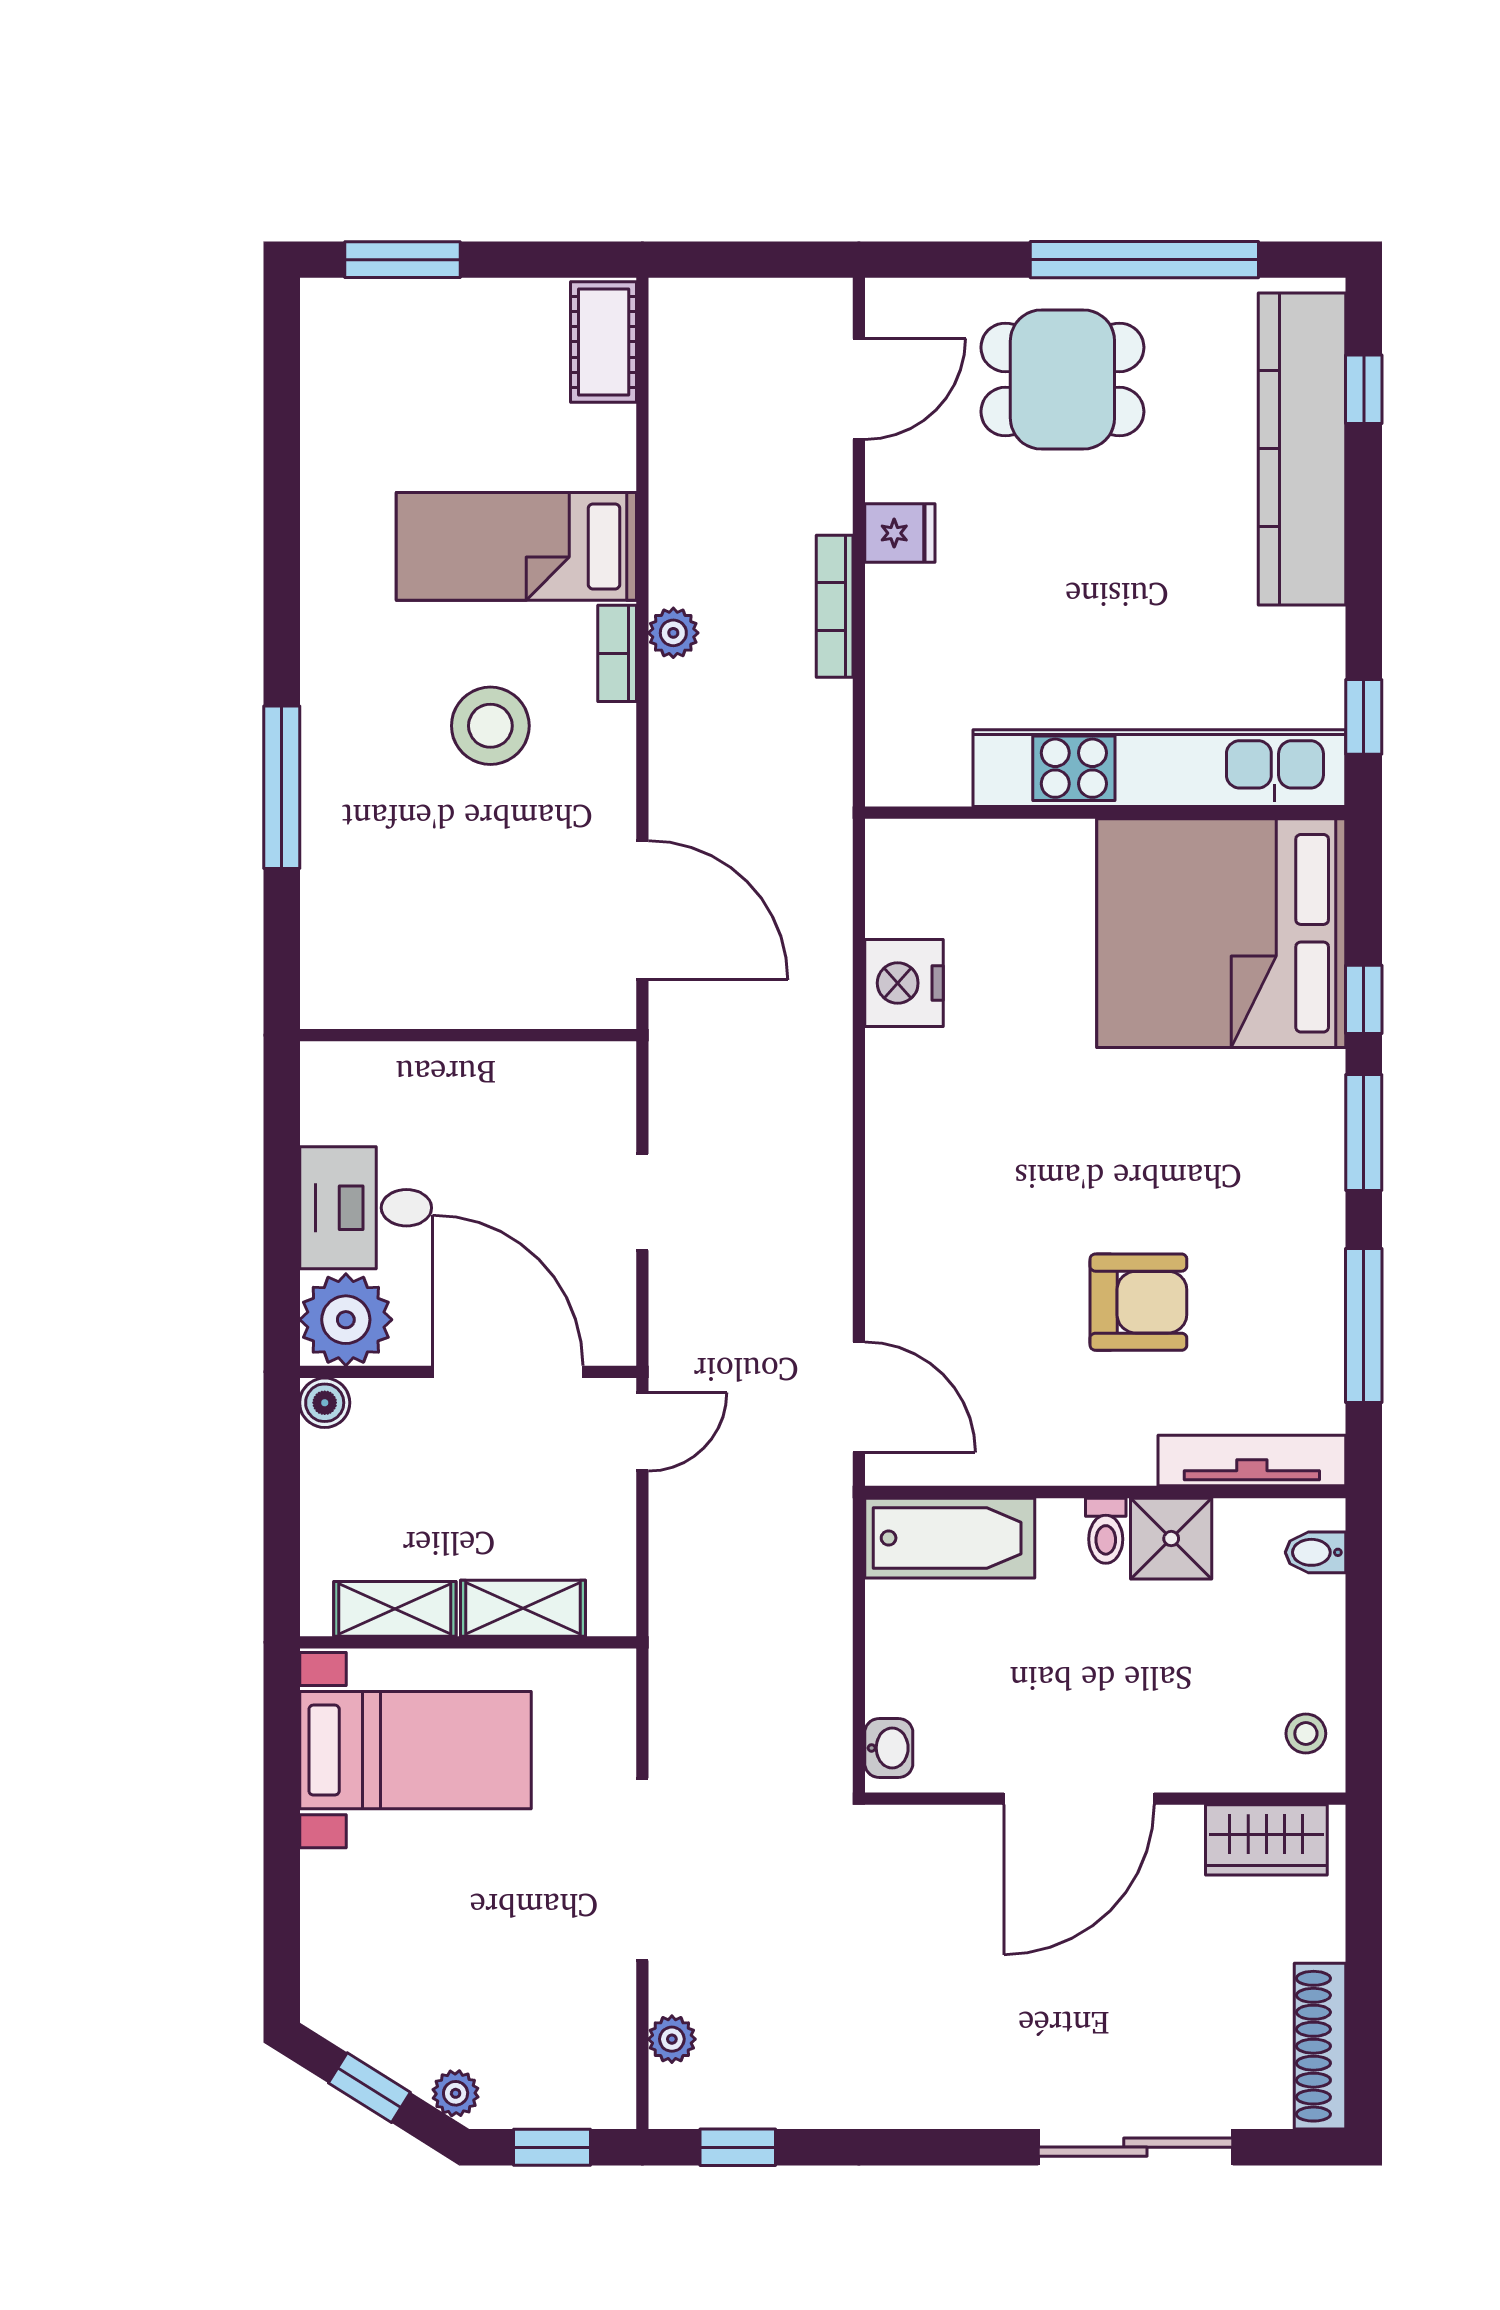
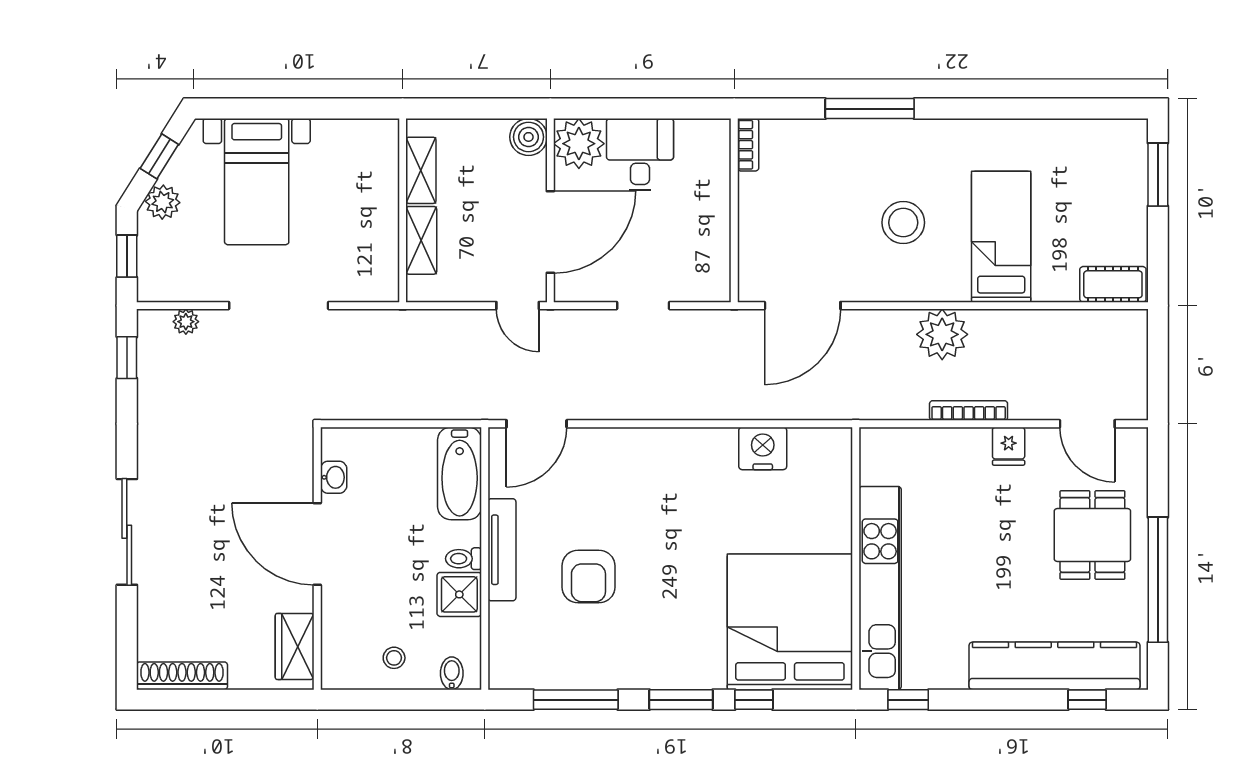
plant: (673, 633) -> (942, 334), width x1.88, depth x1.88
bookcase: (617, 653) -> (748, 145), moved, turned 90
boiler: (325, 1403) -> (529, 137), width x1.36, depth x1.36
tv unit: (1252, 1461) -> (502, 550), moved
stool: (1306, 1734) -> (394, 658), moved
washbasin: (889, 1748) -> (334, 477), moved, turned -90
bed with nightstands: (415, 1750) -> (257, 182), moved
plant: (456, 2093) -> (163, 202), width x1.38, depth x1.38
sliding door: (1135, 2147) -> (127, 532), moved

